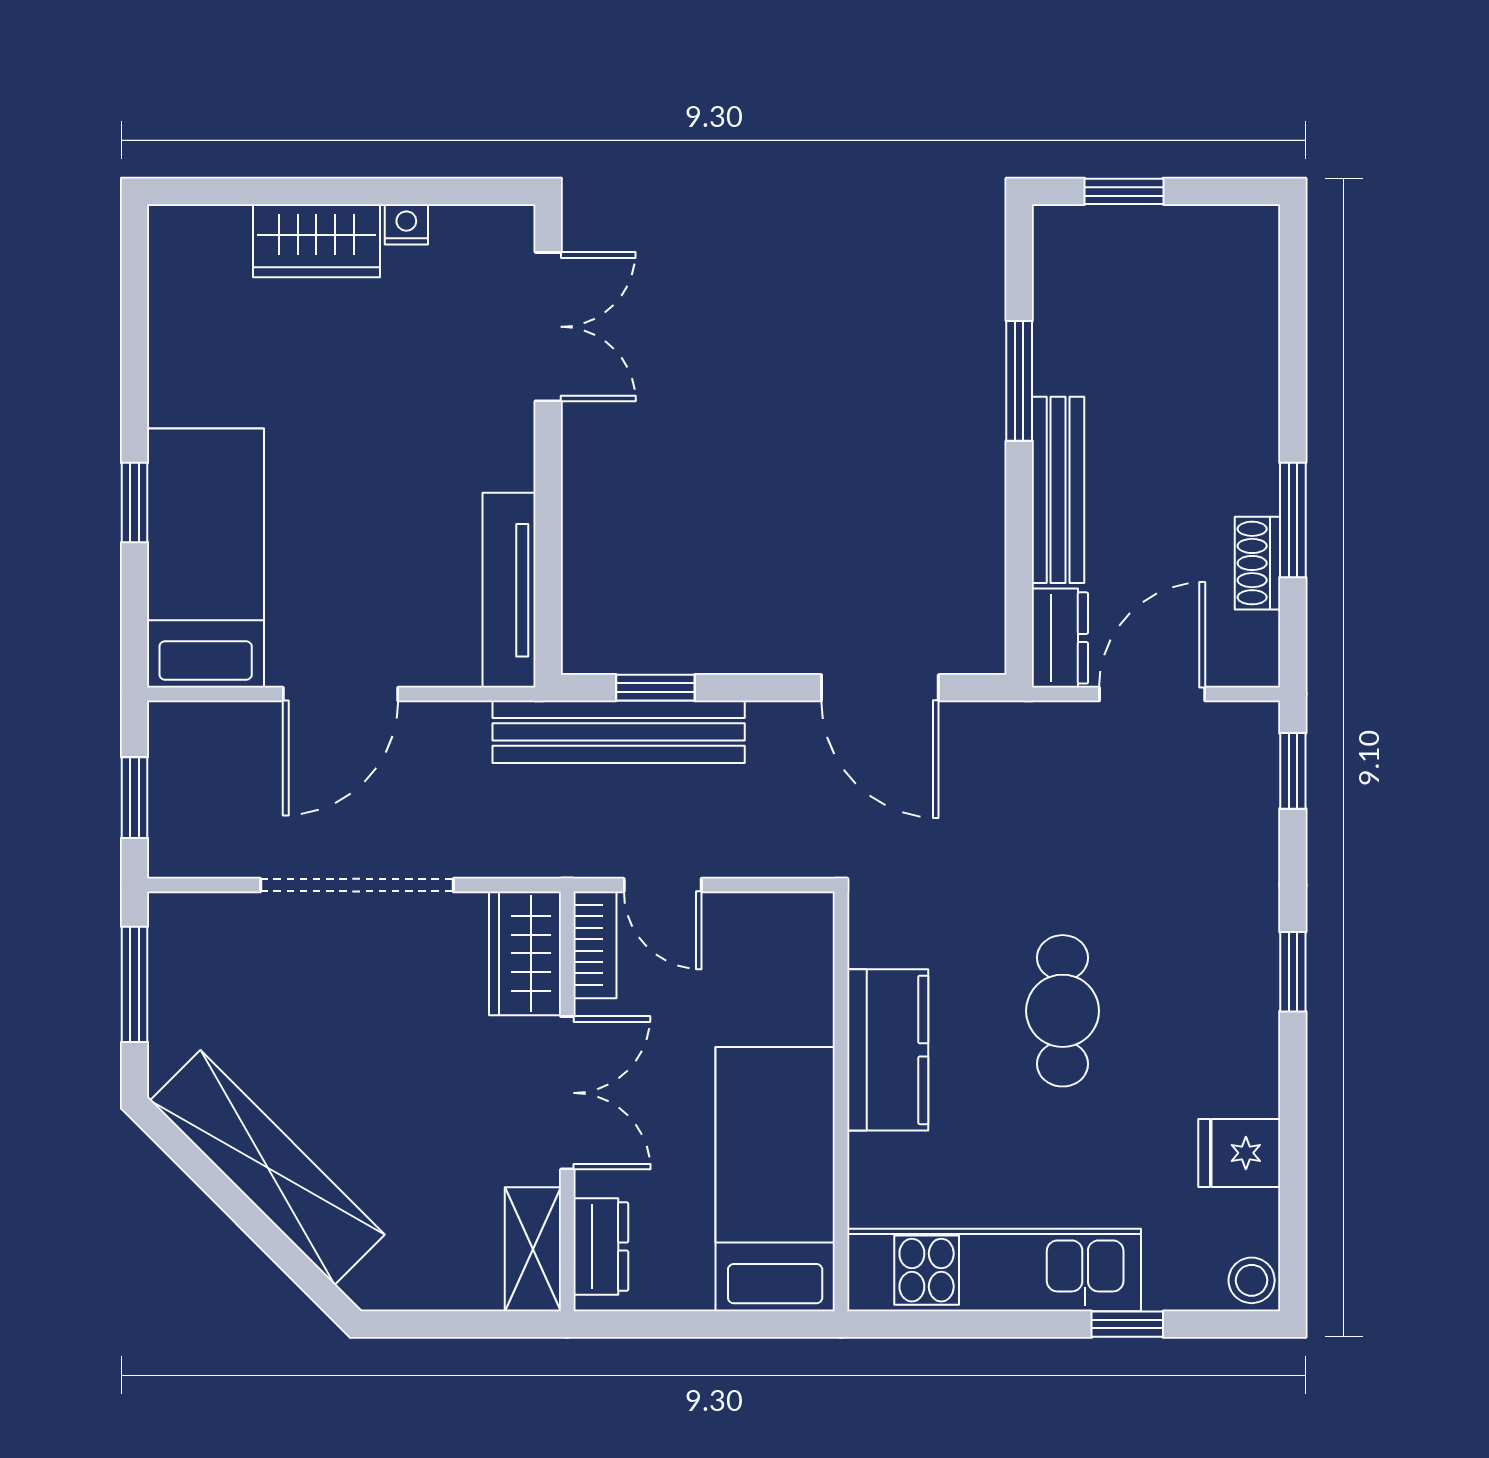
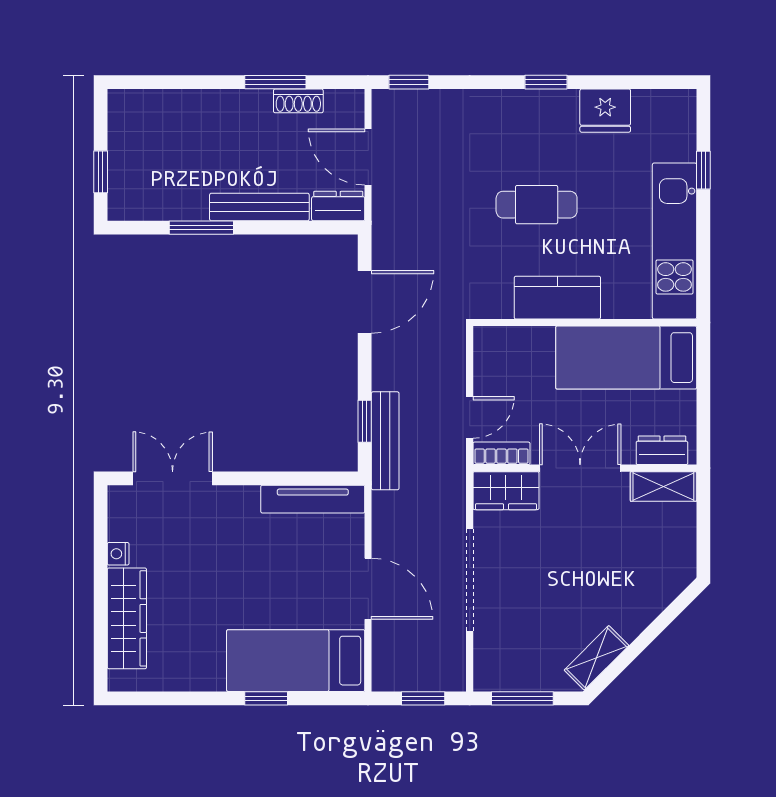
wardrobe: (316, 241) -> (127, 618), width x1.50
bench: (619, 732) -> (385, 441), width x0.73, depth x0.82
window: (1293, 972) -> (546, 82), moved
fridge: (1239, 1153) -> (605, 111), width x1.38
shelving: (267, 1167) -> (596, 658), width x0.45, depth x0.75
stool: (1252, 1280) -> (680, 104), removed

